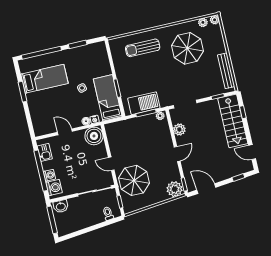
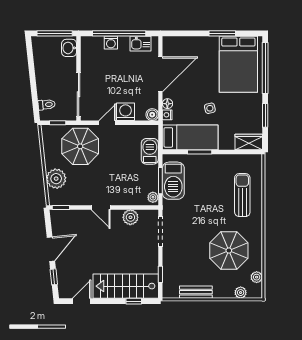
plant: (215, 20) -> (241, 293), moved
wardrobe: (101, 52) -> (249, 142), added
bench: (226, 71) -> (196, 292), width x0.73
bed: (44, 79) -> (238, 64), width x1.50
barbecue: (125, 126) -> (150, 151), added
door: (65, 132) -> (160, 74), width x1.87
boiler: (94, 136) -> (152, 115), width x0.54, depth x0.54
washing machine: (54, 188) -> (125, 112), moved, turned 180
plant: (175, 189) -> (56, 179), moved
door: (206, 189) -> (51, 249), moved

